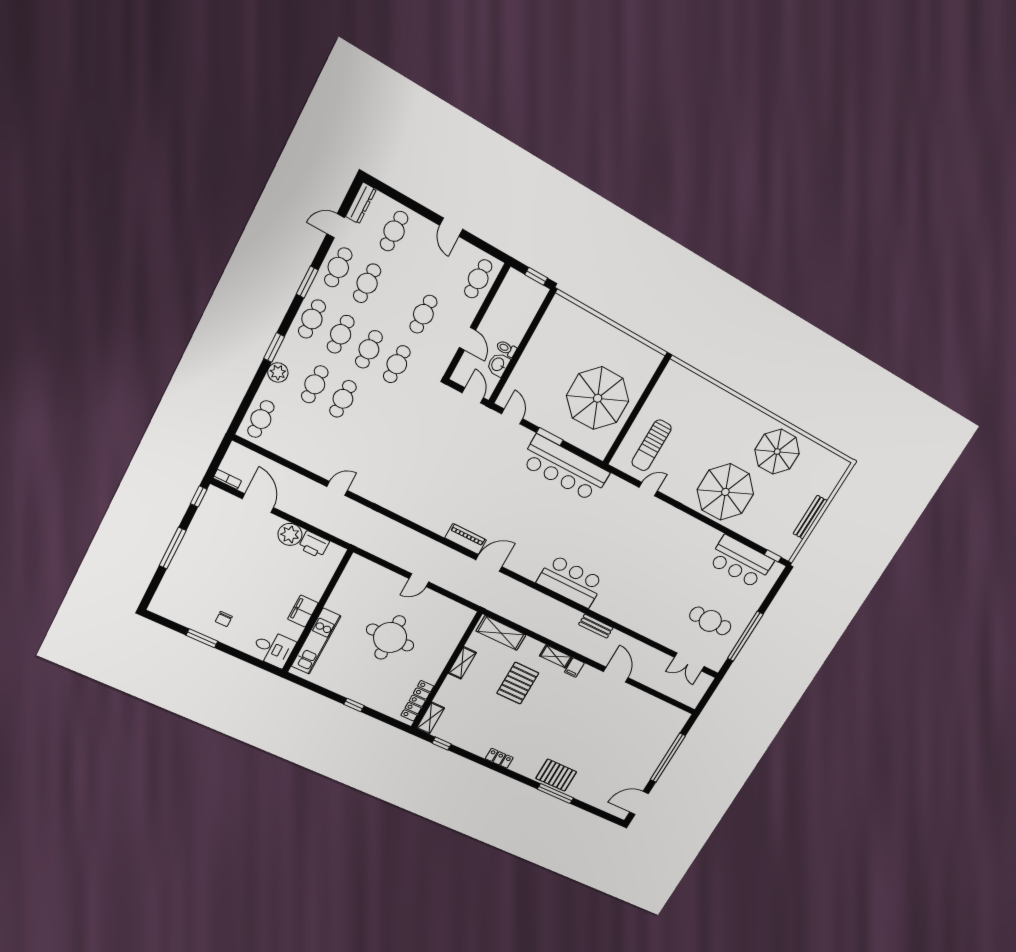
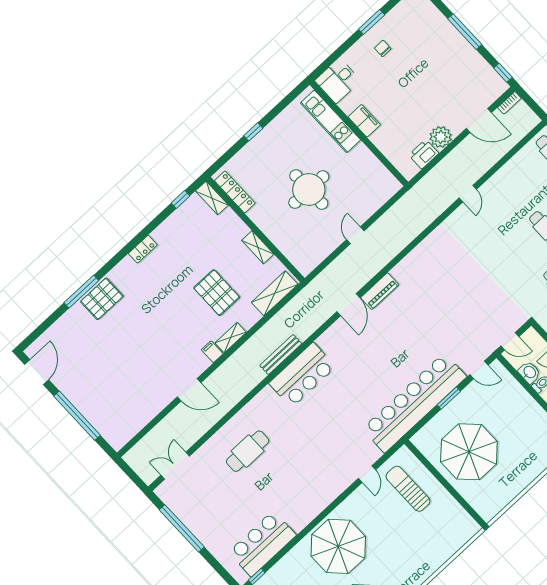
bar counter: (565, 468) -> (414, 403), width x1.36
cafe table: (710, 621) -> (248, 451), moved
bench: (596, 626) -> (281, 355), moved, width x1.36

